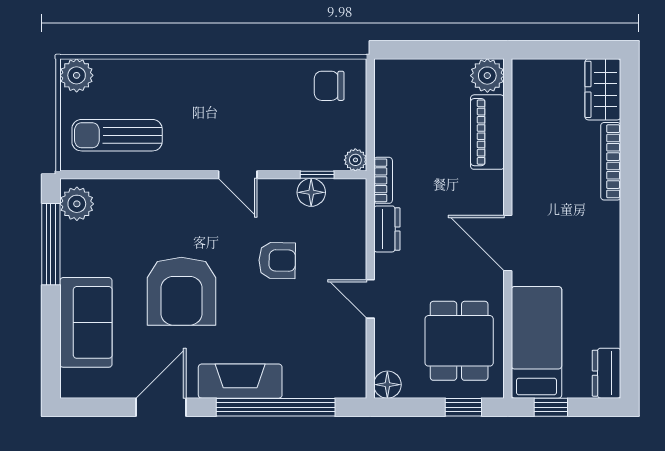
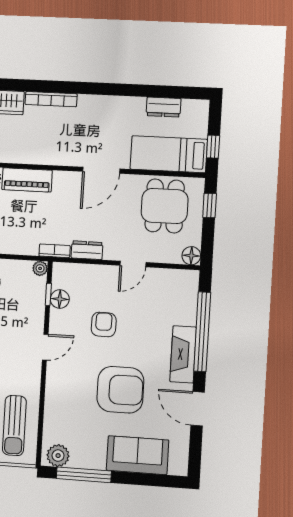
dining table: (459, 341) -> (165, 206), turned 90
dresser: (607, 373) -> (164, 107), moved

